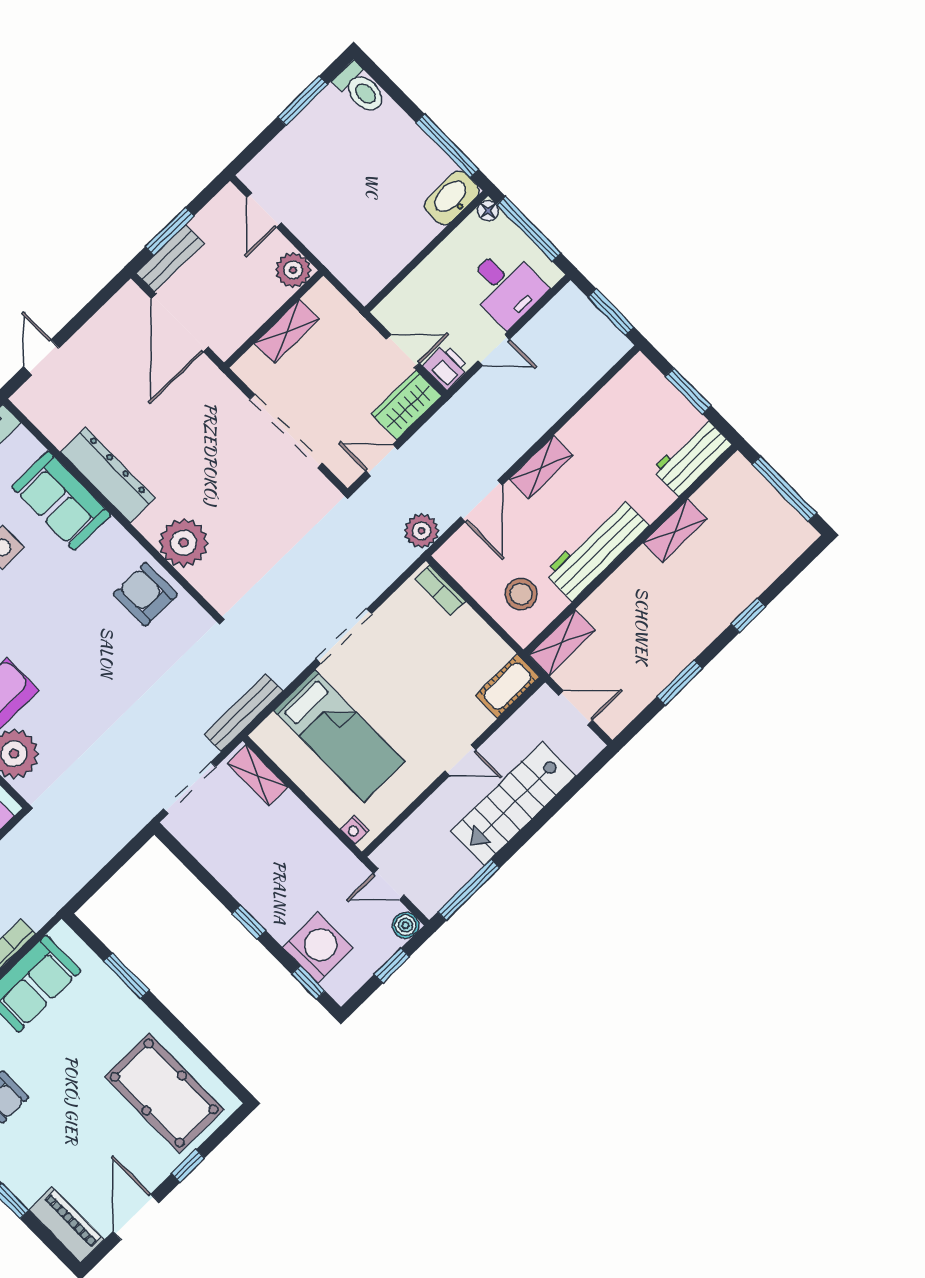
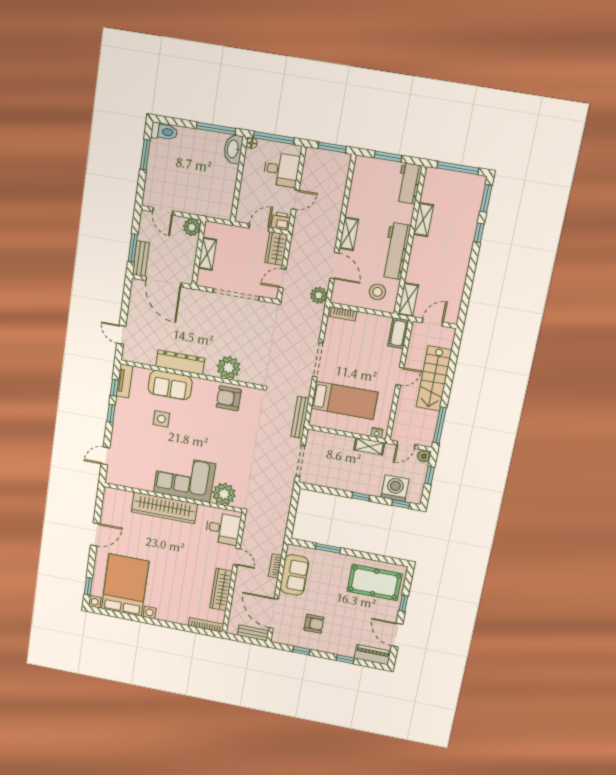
window: (680, 683) -> (486, 198), moved
shelving: (258, 775) -> (369, 446), moved

